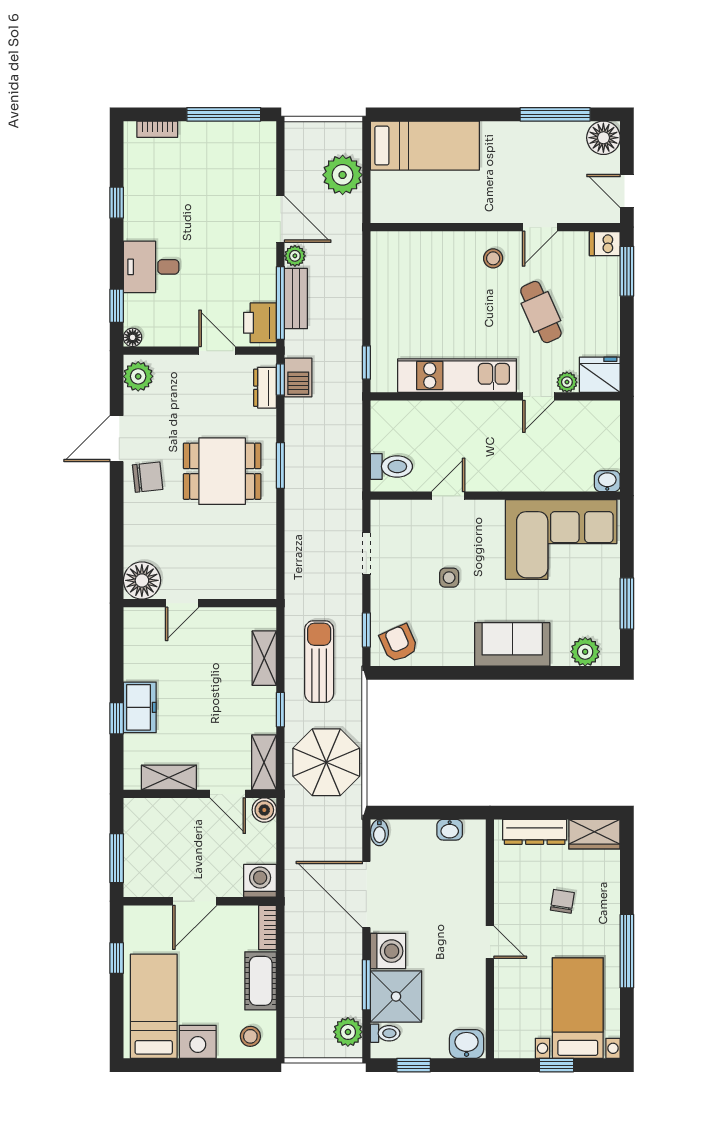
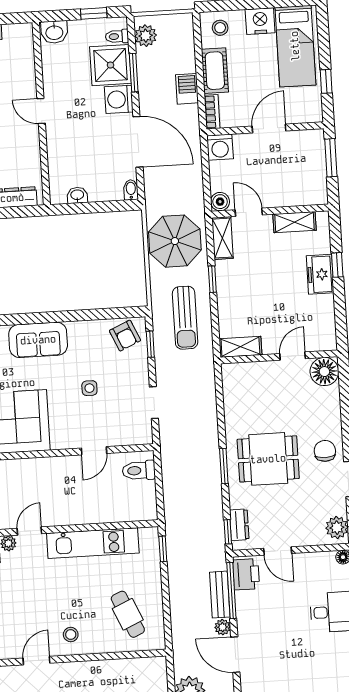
cafe table: (541, 312) -> (128, 614), moved
barbecue: (298, 377) -> (187, 89), moved
chair: (148, 477) -> (325, 451), turned 96
shelving: (264, 658) -> (240, 347), moved, turned 90

